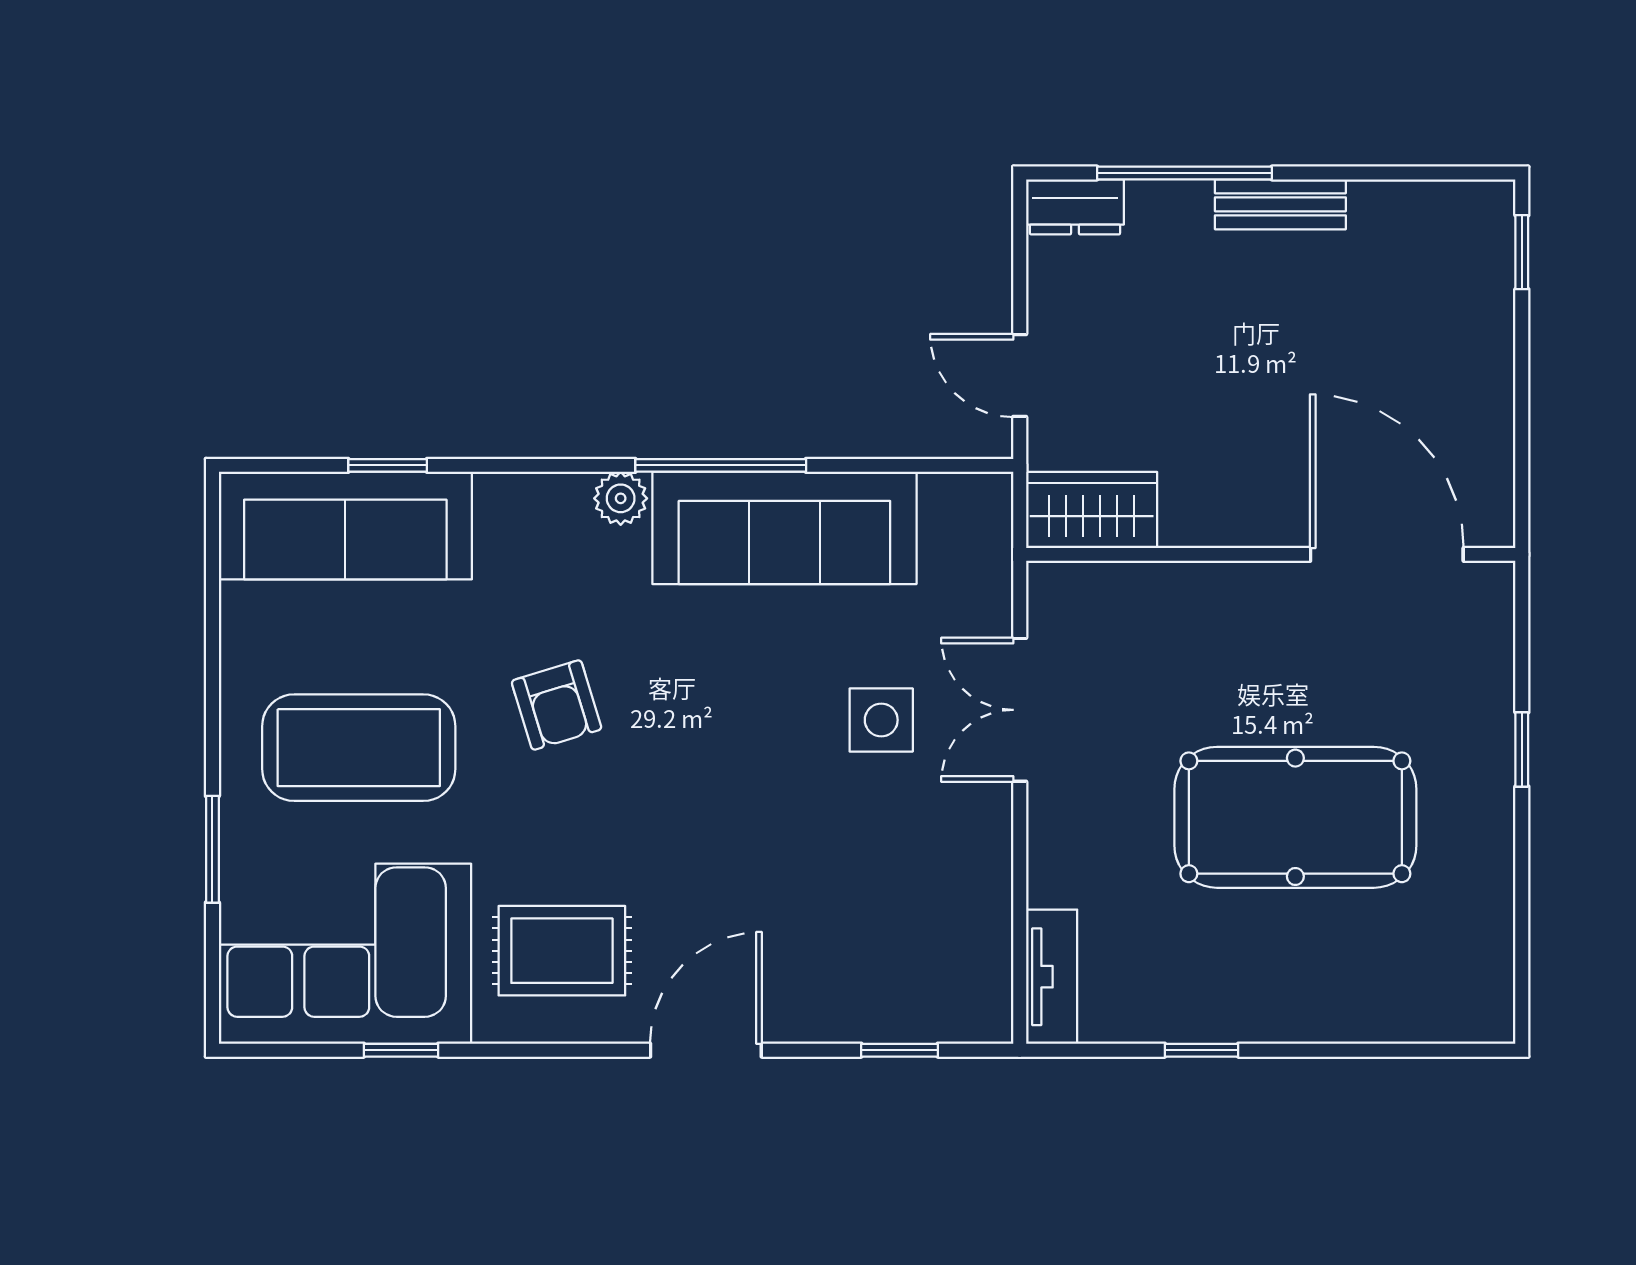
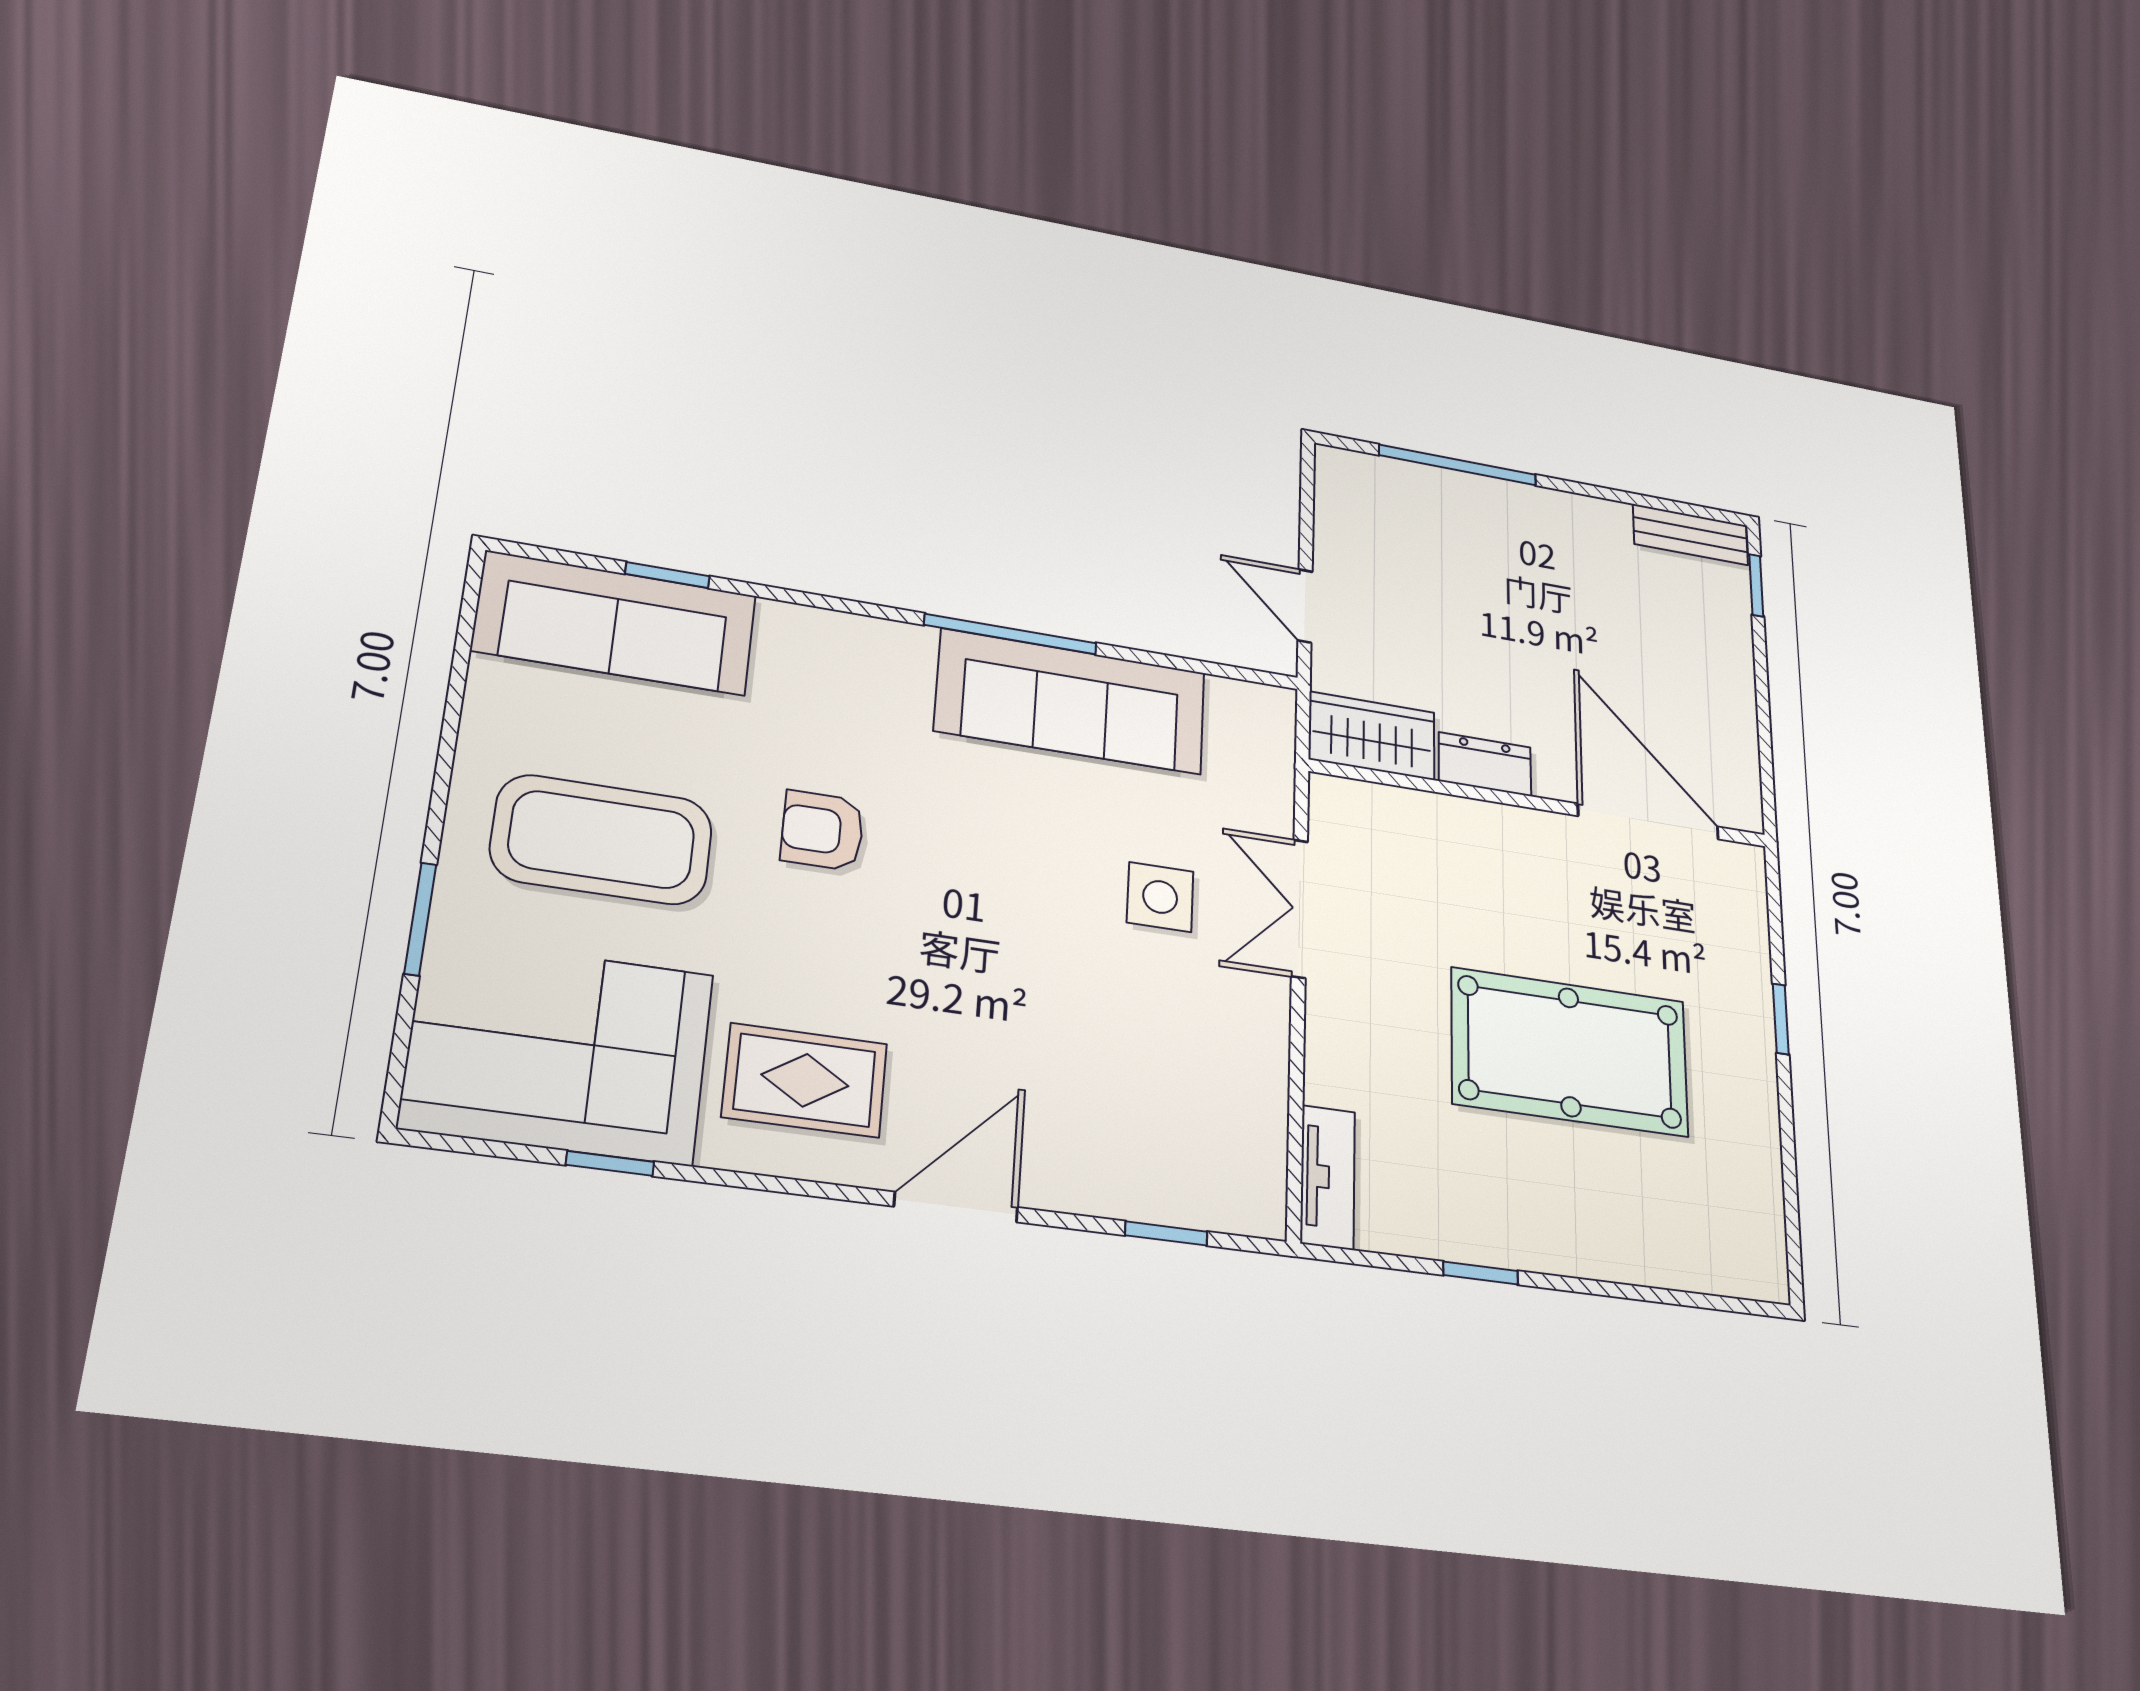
bench: (1280, 204) -> (1690, 535), moved
dresser: (1075, 207) -> (1485, 764), moved, turned 180
plant: (621, 498) -> (907, 647), removed
armchair: (557, 705) -> (822, 830), turned 107

